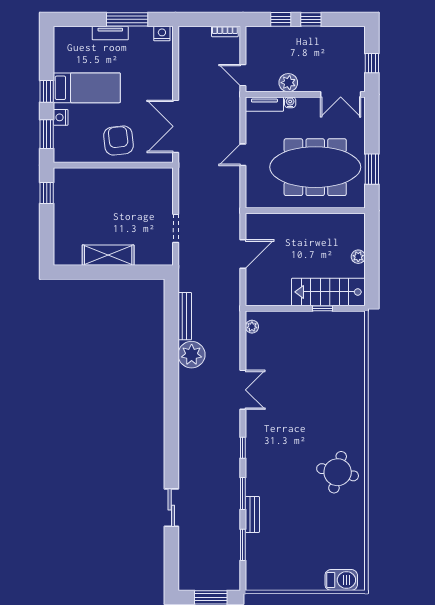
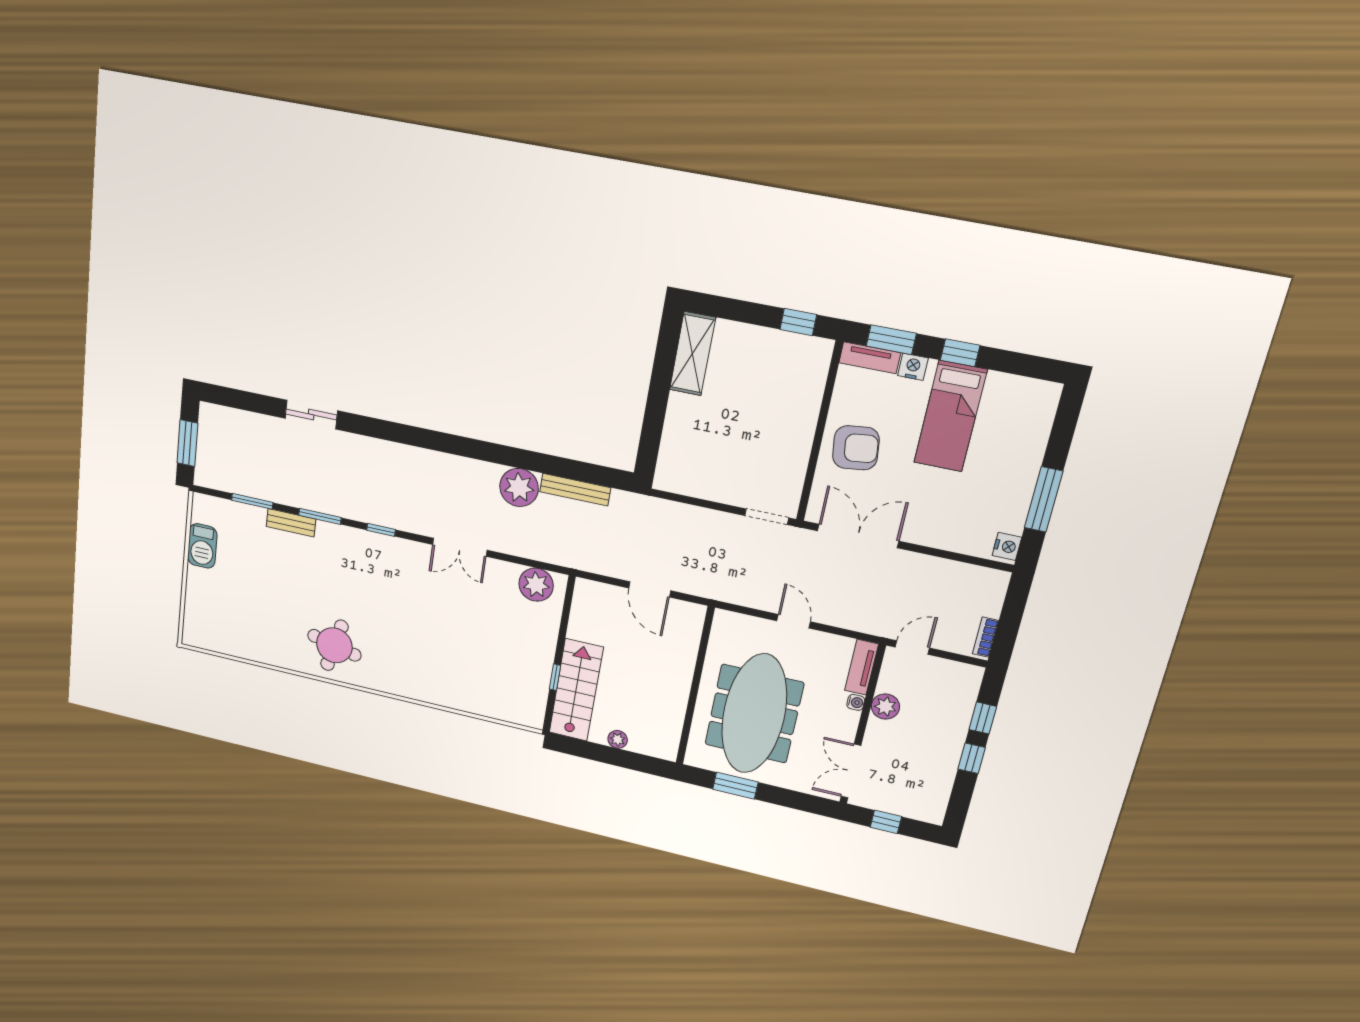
tv unit: (110, 33) -> (870, 358), moved, turned -90
doorway: (176, 228) -> (767, 517), moved
shelving: (108, 255) -> (692, 354), moved
plant: (252, 327) -> (536, 585), width x1.87, depth x1.87
barbecue: (341, 580) -> (202, 546), moved

